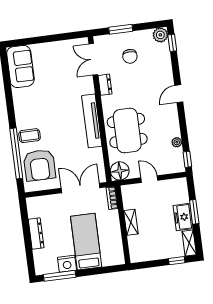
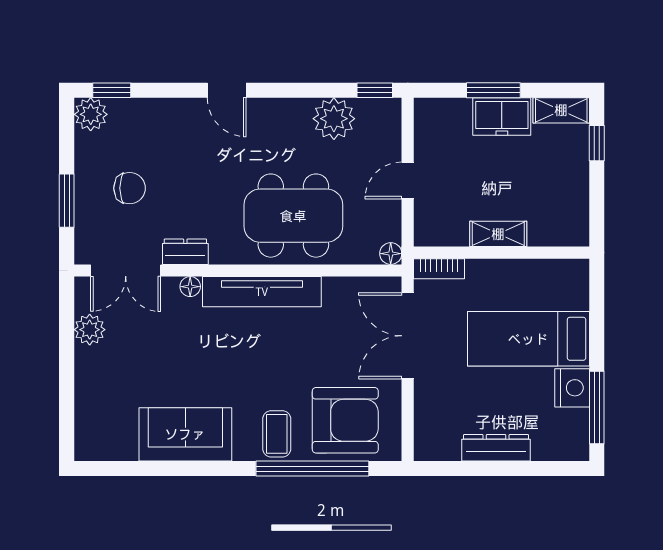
plant: (65, 47) -> (90, 330), added
sofa: (20, 66) -> (185, 434), moved
floor lamp: (90, 89) -> (190, 287), added
plant: (177, 142) -> (334, 119), width x1.88, depth x1.88
floor lamp: (120, 171) -> (391, 254), width x0.53, depth x0.53

